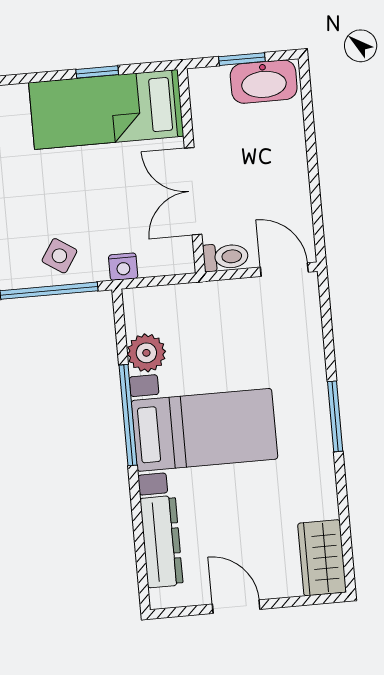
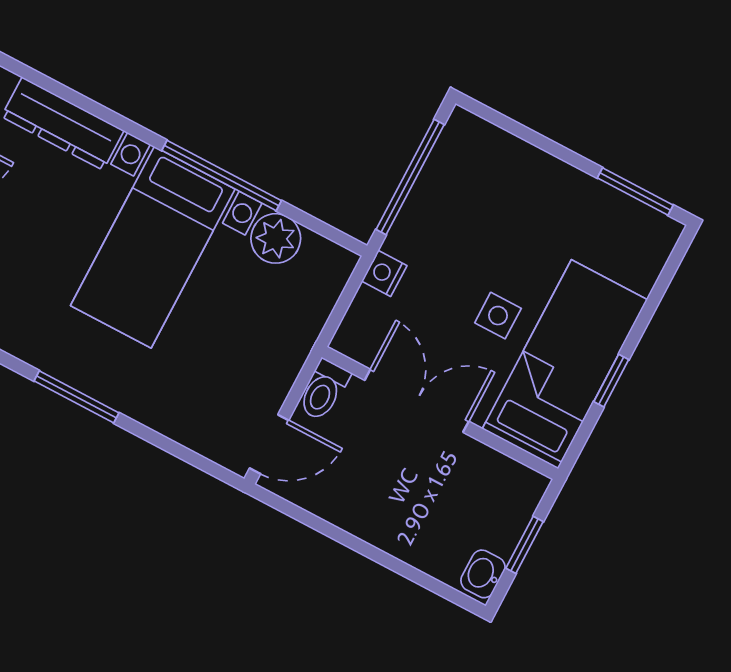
washbasin: (264, 82) -> (483, 574), width x0.52, depth x0.69
side table: (59, 256) -> (498, 316), moved, turned -33

